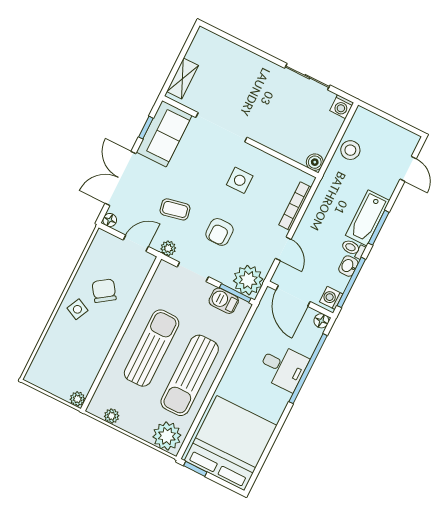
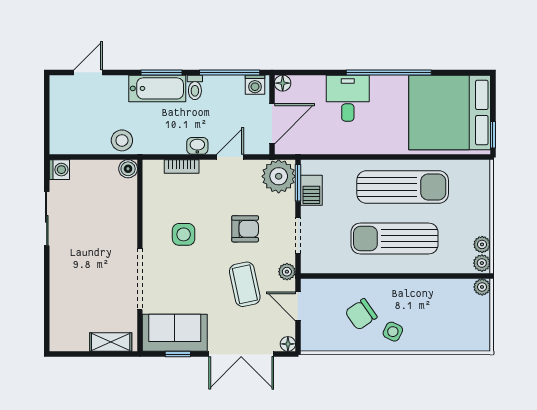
stool: (350, 150) -> (122, 140), moved
bookcase: (295, 206) -> (182, 166), width x0.64
coffee table: (175, 209) -> (245, 284), width x1.36, depth x1.30
washbasin: (348, 266) -> (197, 146), moved, turned 180
window: (308, 369) -> (389, 72), moved
plant: (167, 436) -> (482, 263), moved, width x0.53, depth x0.53

